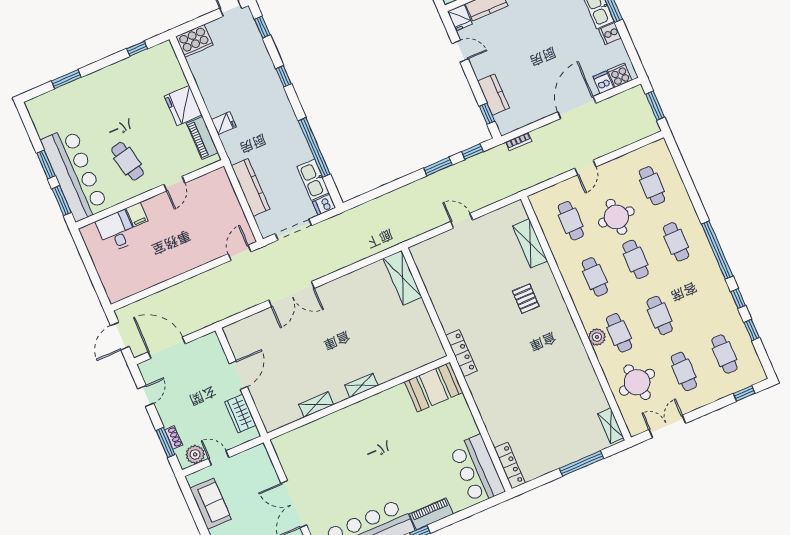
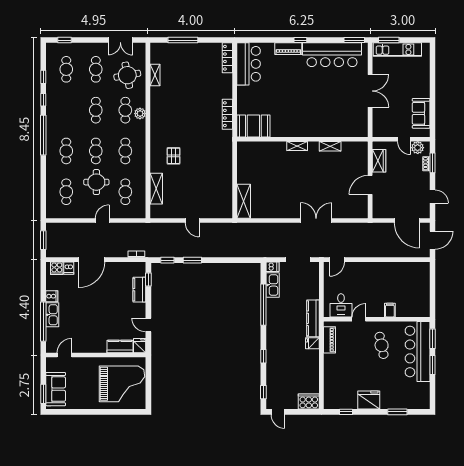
fridge: (183, 106) -> (369, 400), moved, turned -90
kitchen counter: (251, 187) -> (313, 318), moved
desk: (117, 231) -> (341, 305), moved
locker: (461, 353) -> (227, 114), moved
door: (146, 396) -> (432, 197), swing flipped
shelving: (611, 426) -> (155, 75), moved

